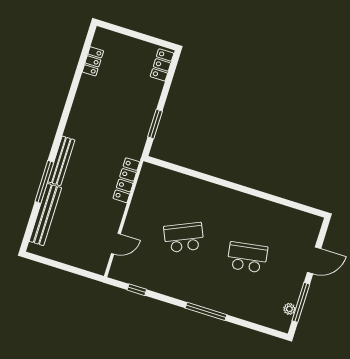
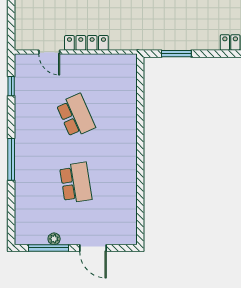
locker: (126, 180) -> (86, 43), moved
plant: (289, 309) -> (54, 239), moved

